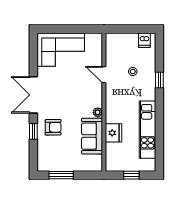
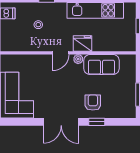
door: (104, 75) -> (61, 53), moved
fridge: (113, 133) -> (83, 44), moved

